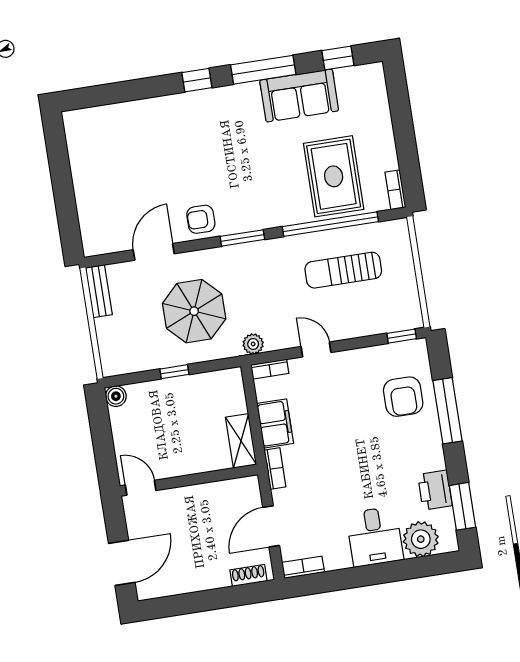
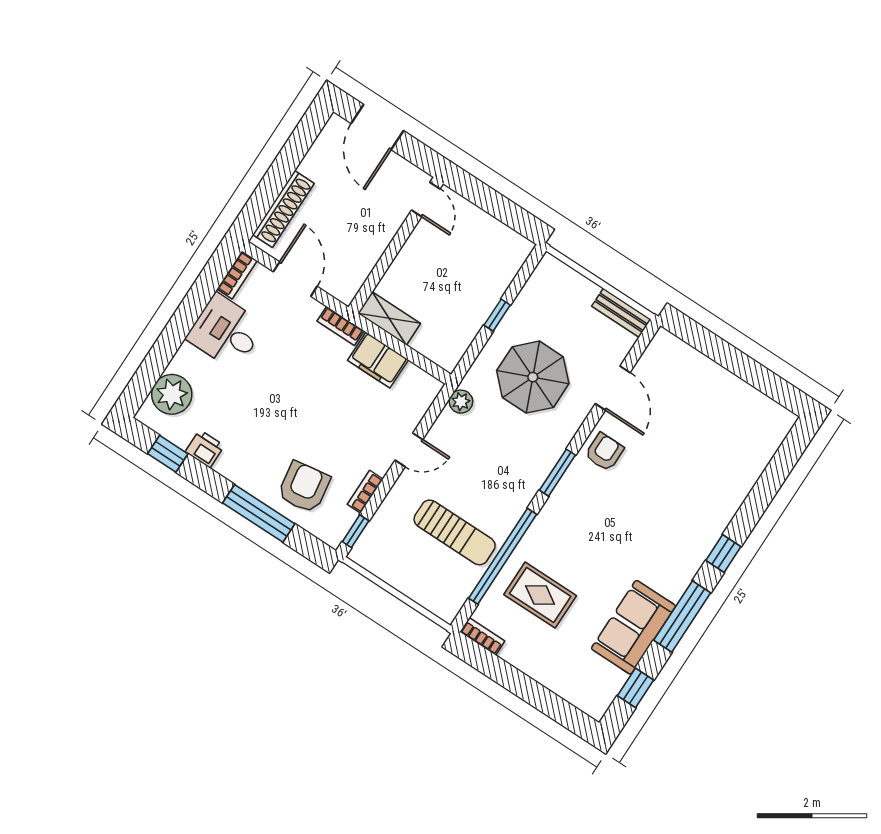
rug: (334, 176) -> (540, 595), width x0.73, depth x0.70
sun lounger: (343, 270) -> (455, 532), turned 90
bookcase: (270, 369) -> (365, 492), moved
boiler: (116, 396) -> (521, 248), removed
armchair: (403, 397) -> (304, 487), turned 81
door: (141, 488) -> (426, 199), hinge flipped
printer: (435, 490) -> (205, 449), width x0.73, depth x0.81
window: (462, 506) -> (168, 454), width x0.67
desk: (375, 537) -> (226, 332), moved
shoe rack: (249, 575) -> (283, 209), width x1.94, depth x1.24

